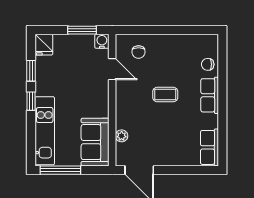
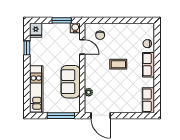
window: (31, 101) -> (27, 69), removed
sofa: (95, 142) -> (71, 82), moved
window: (60, 170) -> (61, 116), moved

